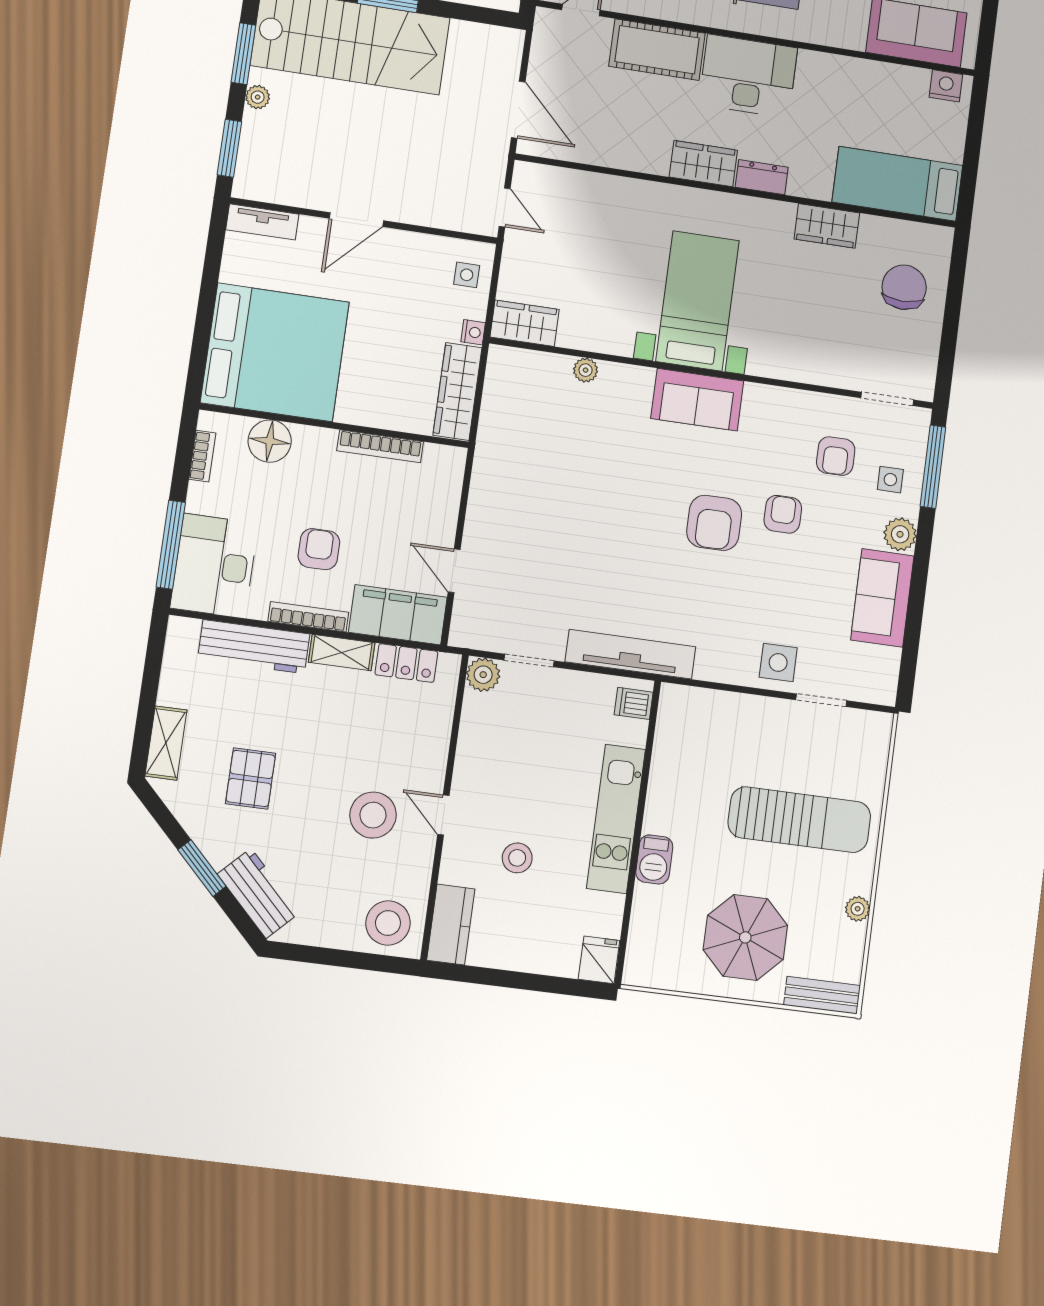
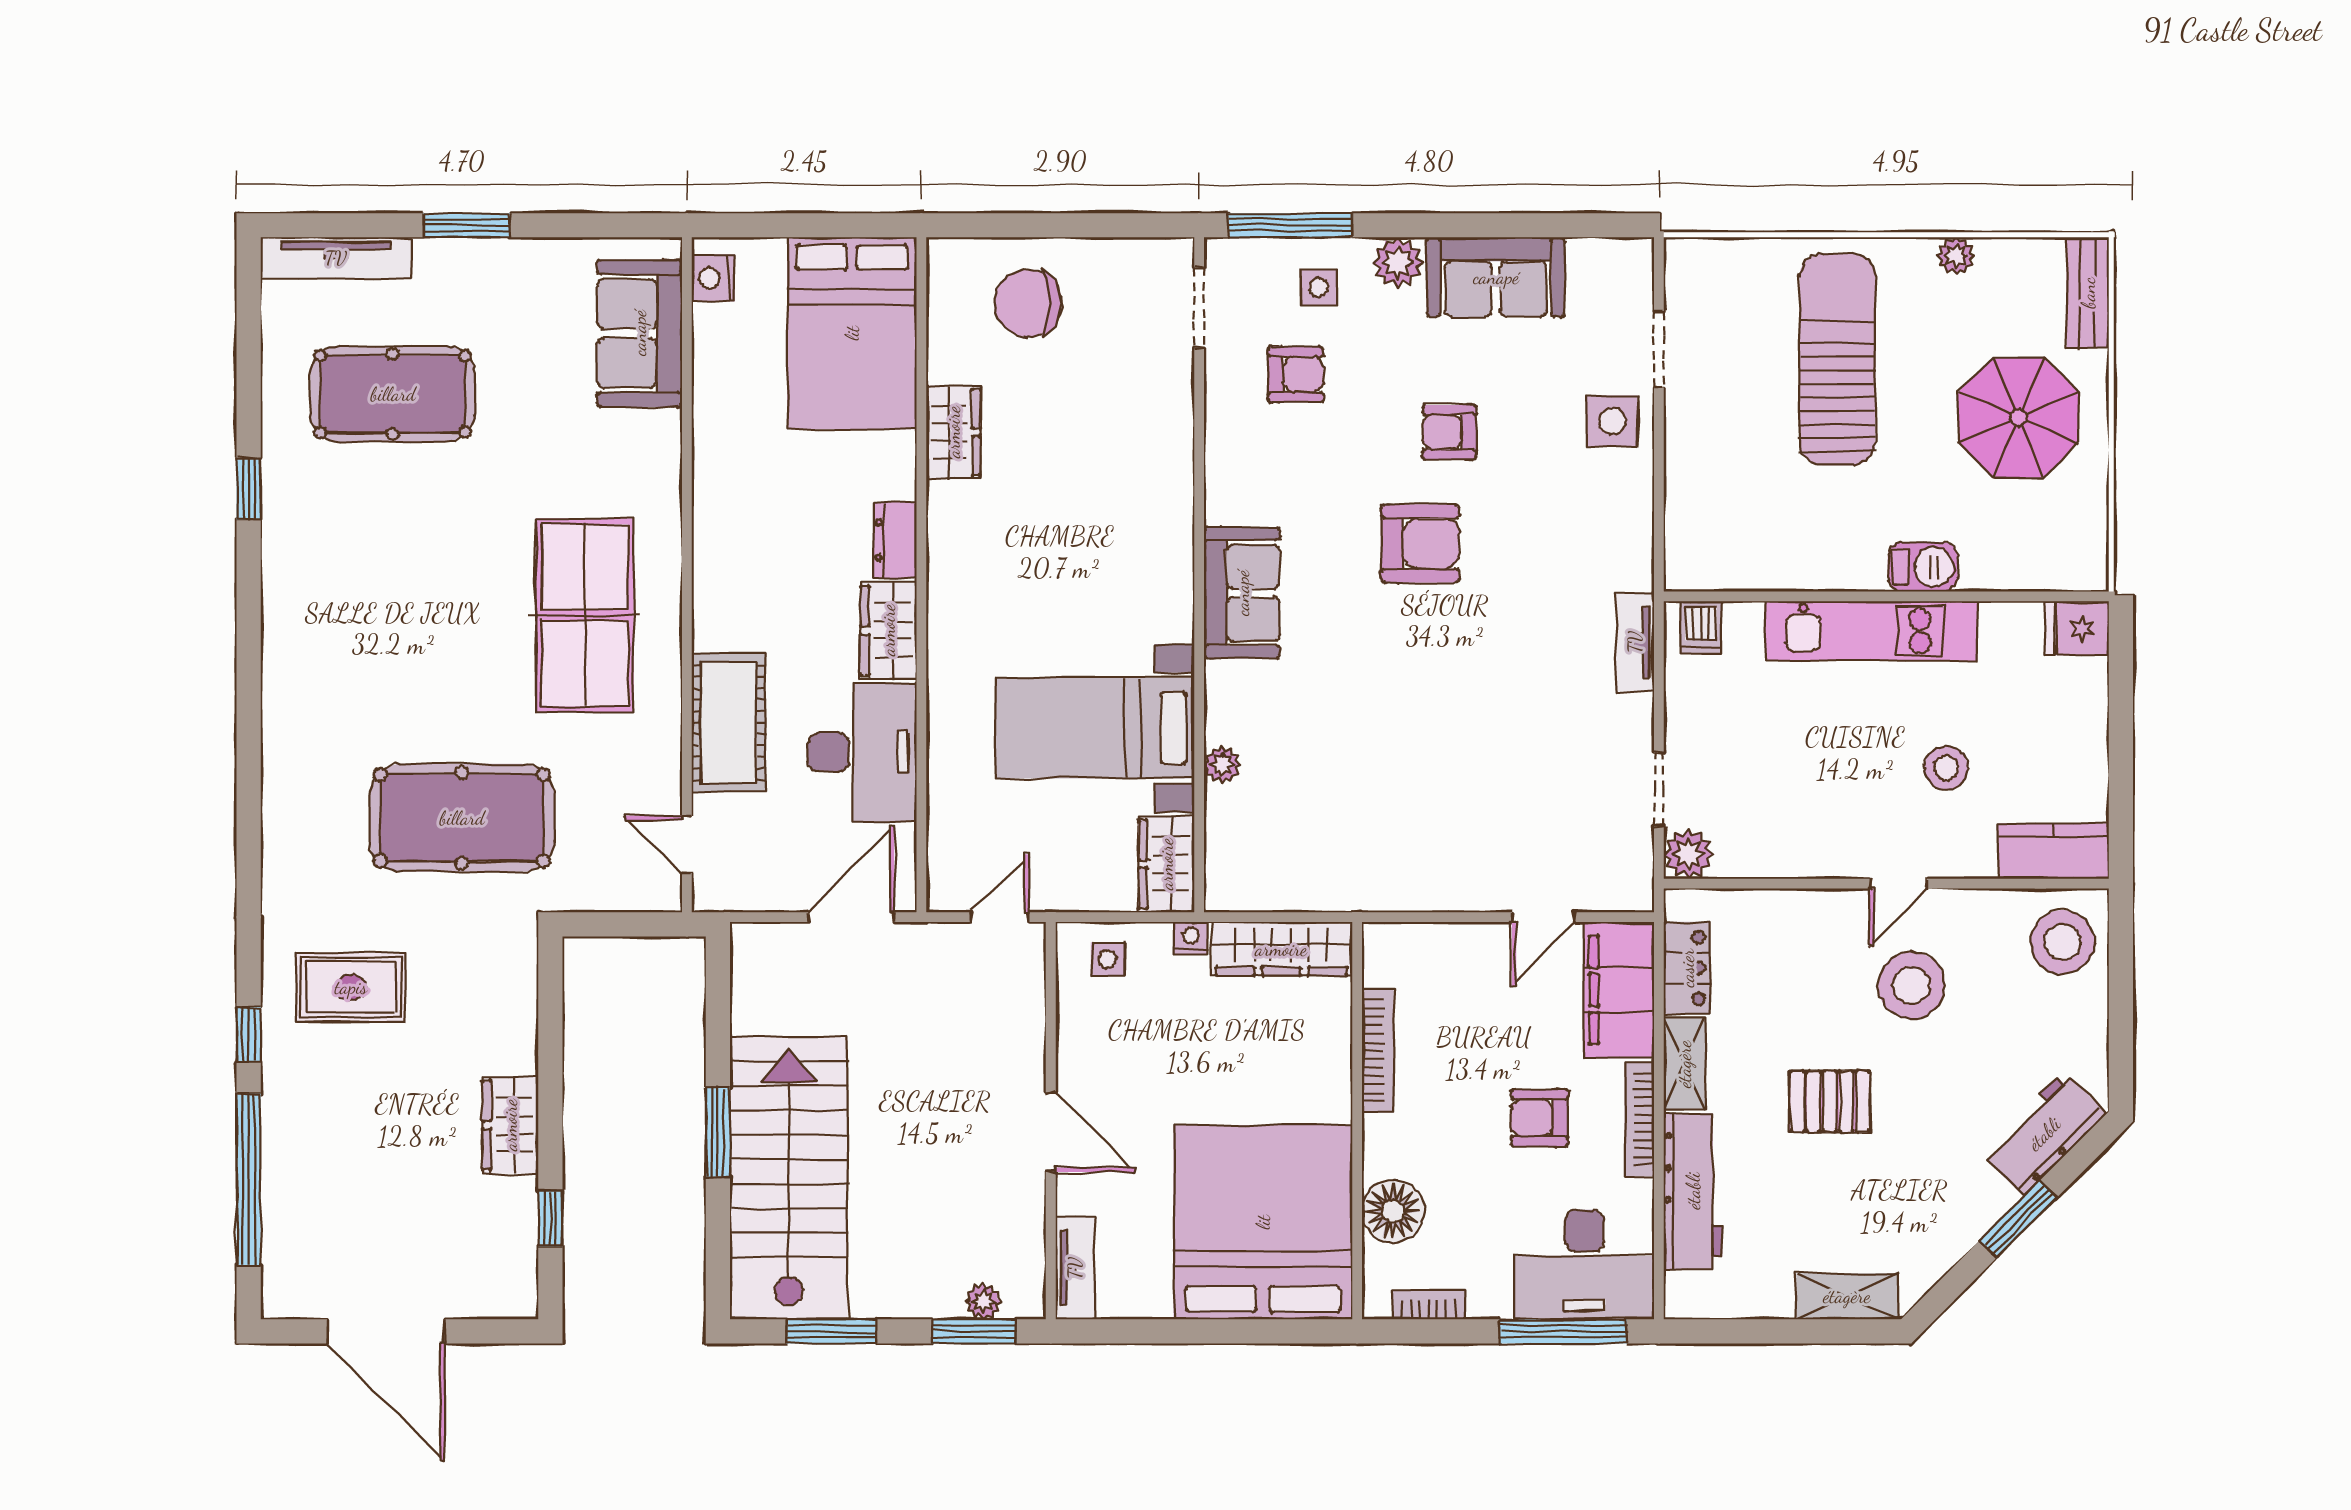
desk: (748, 76) -> (862, 752), moved, turned 180
plant: (258, 97) -> (983, 1301), moved
bed: (897, 184) -> (852, 333), width x1.50
bed with nightstands: (697, 301) -> (1095, 728), moved
armchair: (783, 514) -> (1450, 432), moved
tv unit: (630, 654) -> (1635, 642), width x0.52, depth x0.78
pallet: (251, 778) -> (1830, 1101), moved

